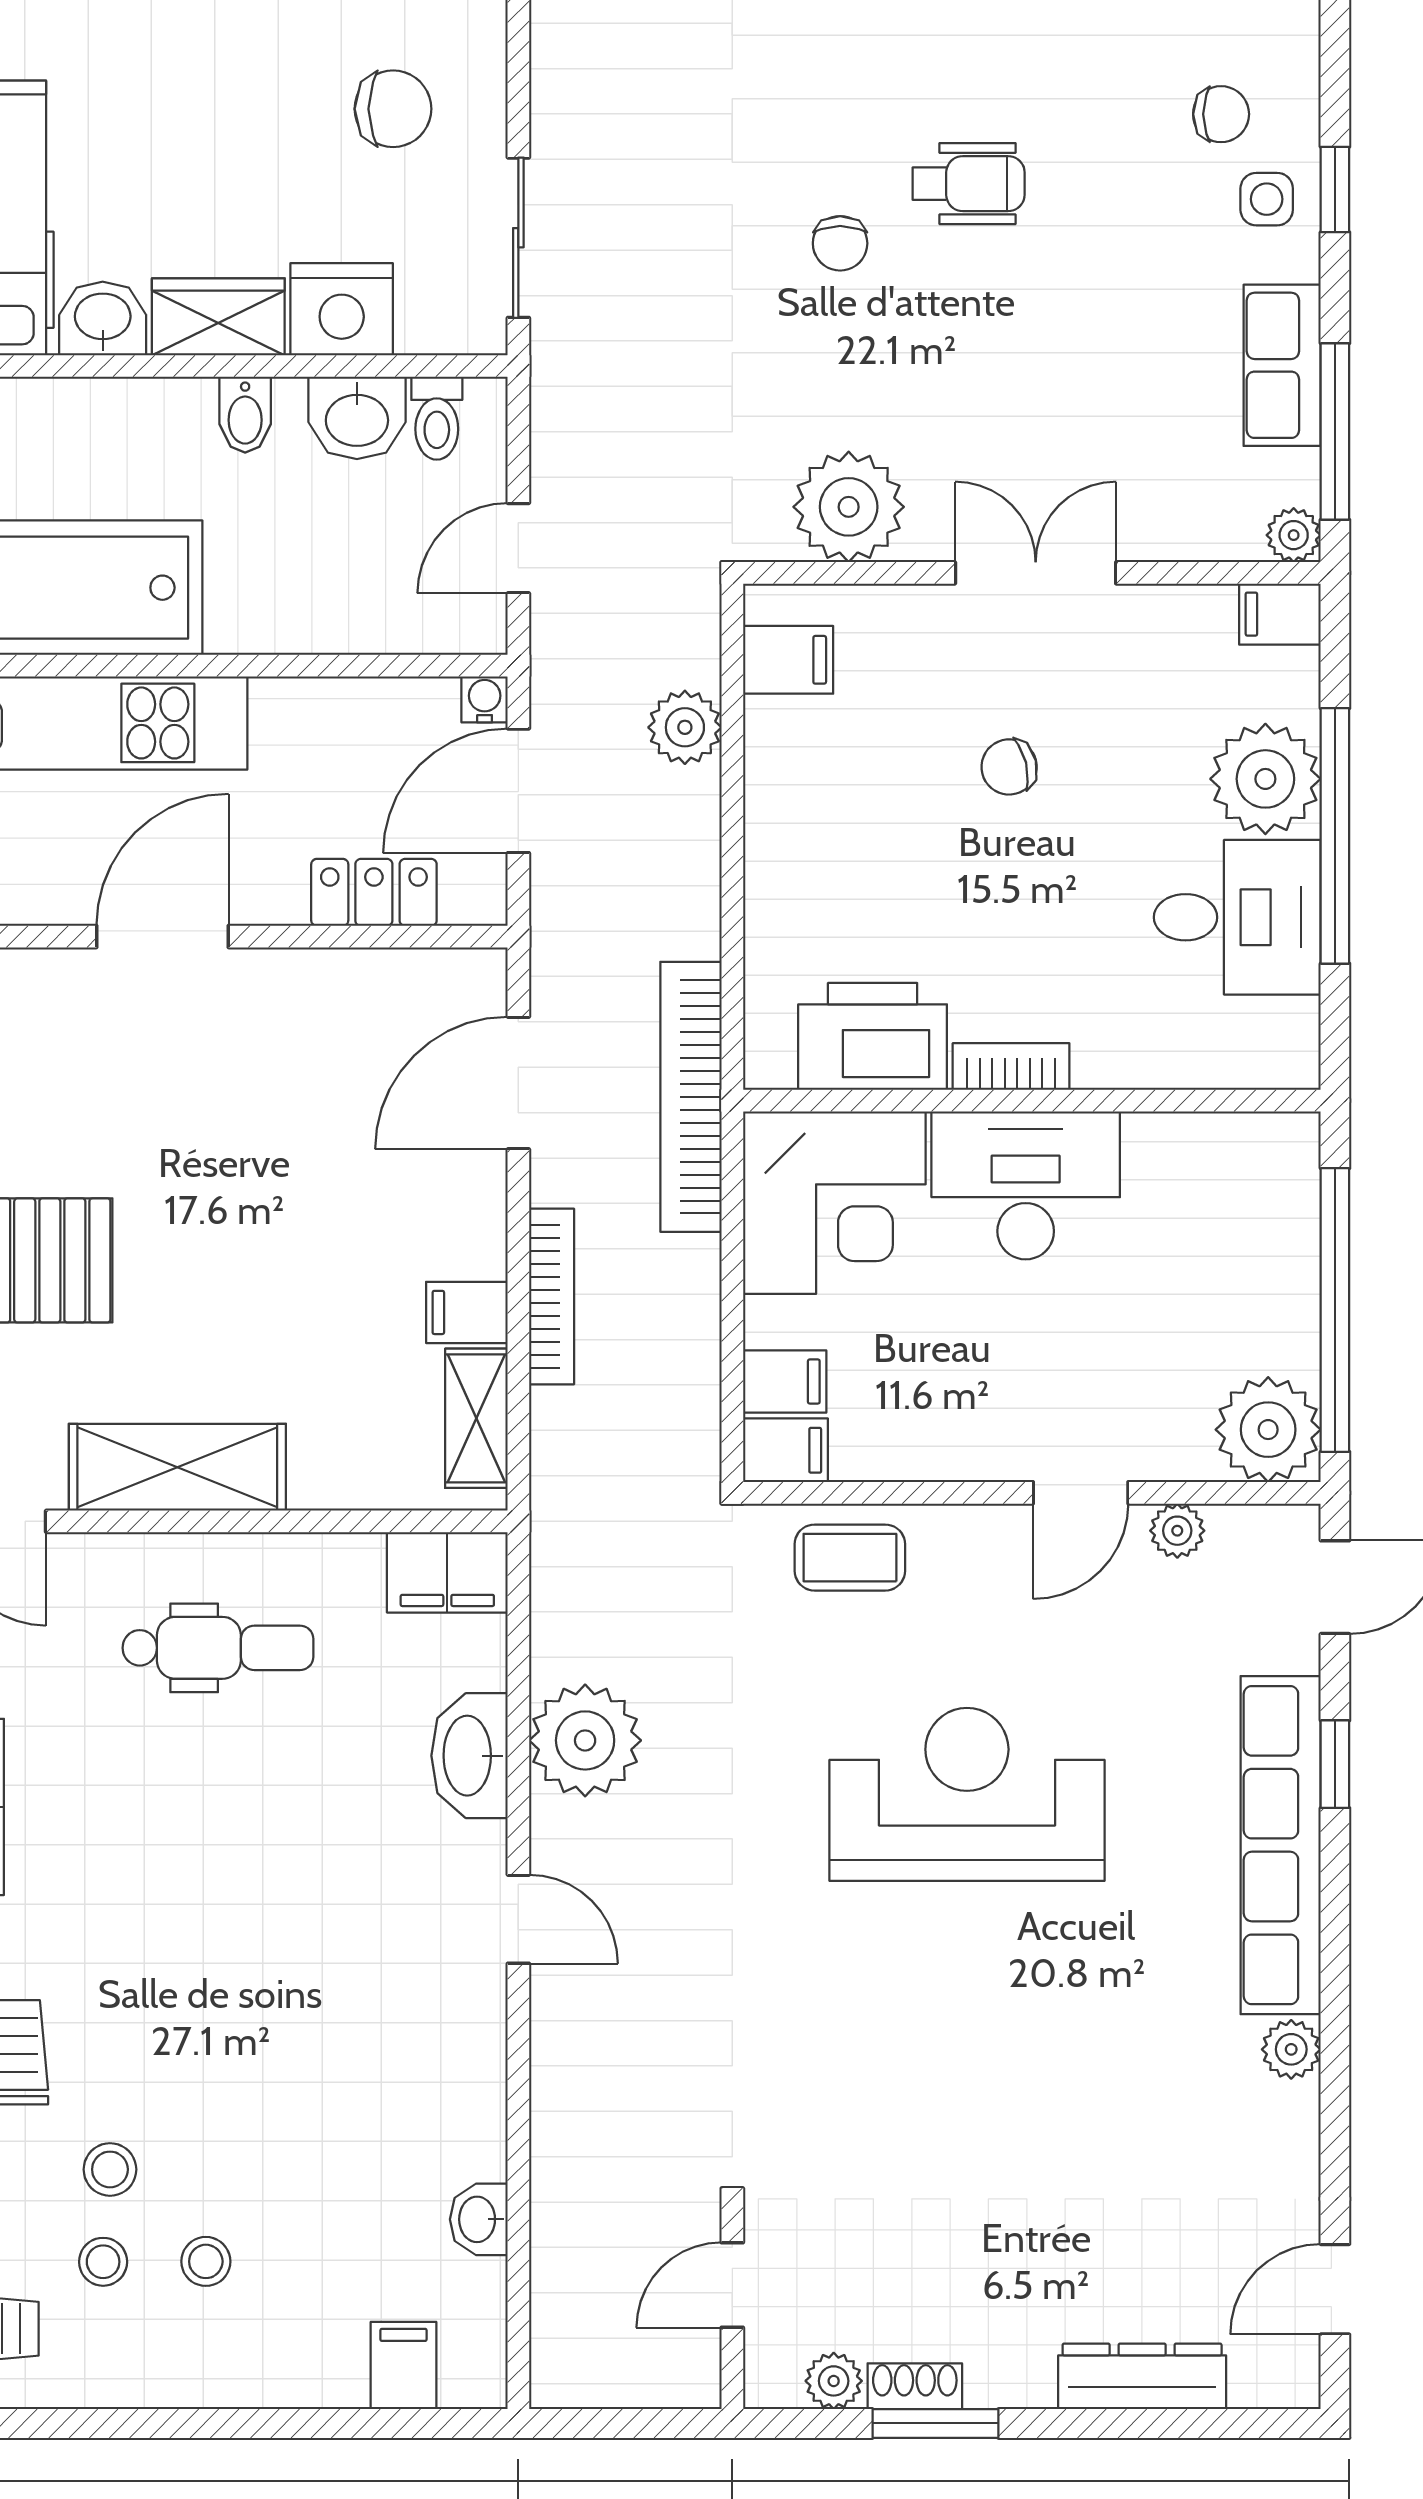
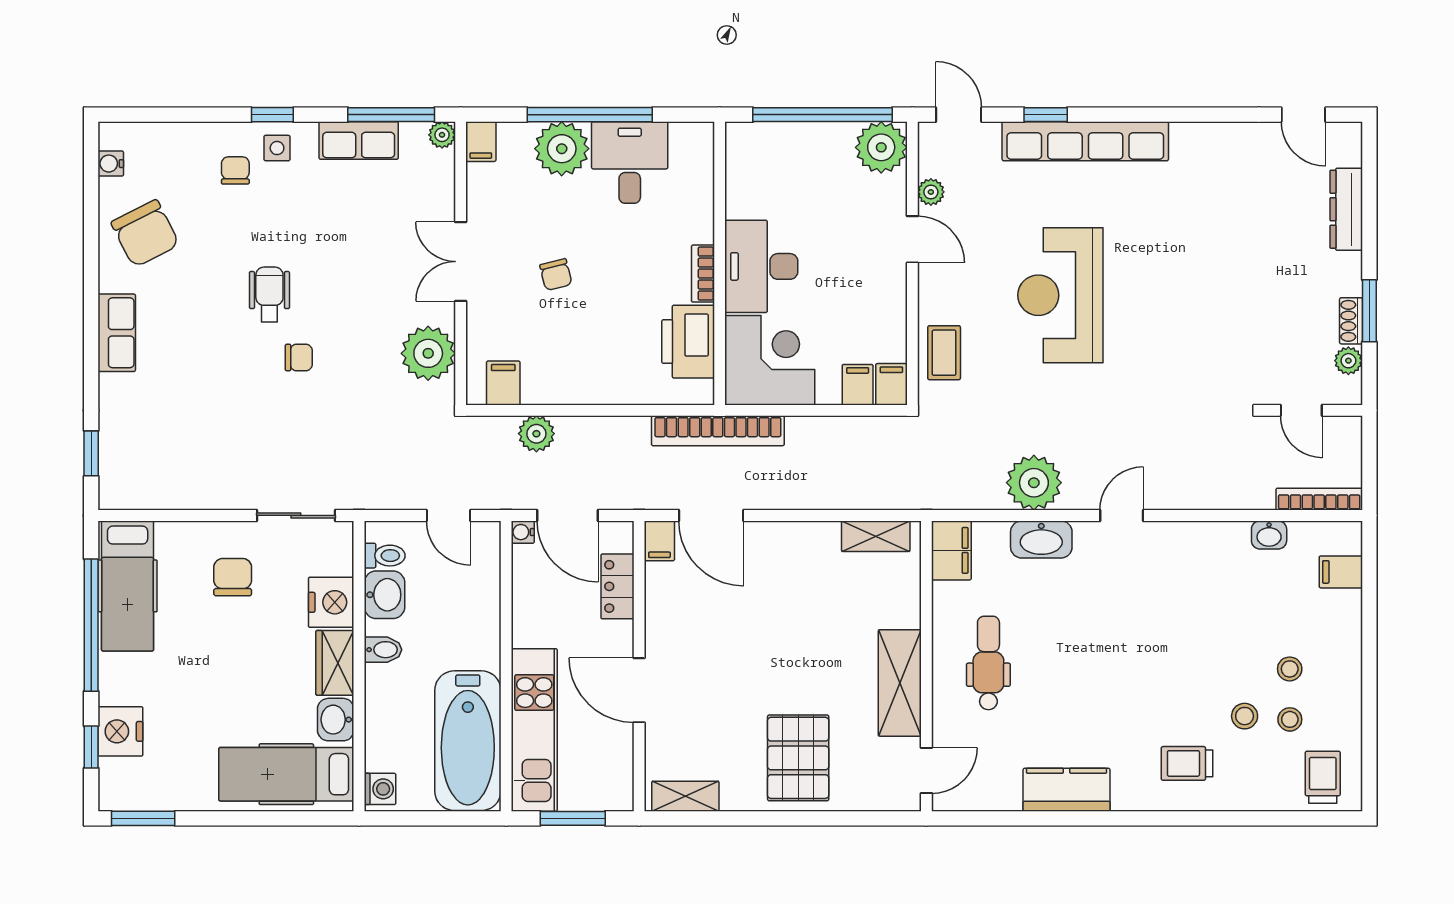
bookcase: (552, 1297) -> (1319, 499), moved
filing cabinet: (467, 1312) -> (659, 541), moved
plant: (1291, 2049) -> (1186, 136), removed

